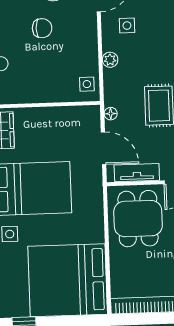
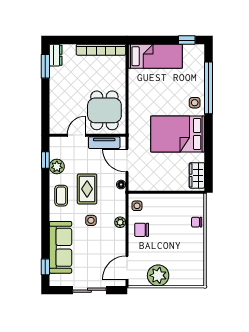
side table: (127, 26) -> (91, 220), moved
chair: (42, 28) -> (142, 230), moved
bed: (68, 280) -> (155, 56), width x0.49

